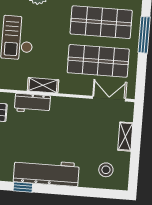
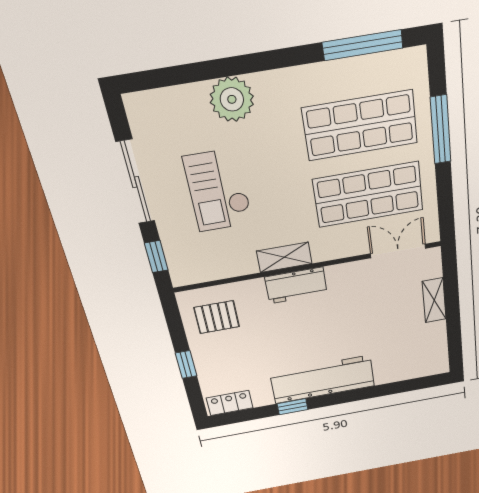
workbench: (32, 103) -> (296, 285), moved
stool: (106, 170) -> (412, 353), removed

